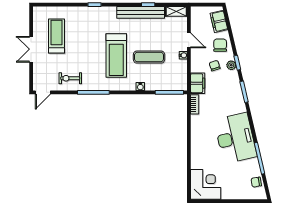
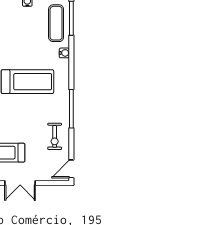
exercise mat: (149, 57) -> (56, 23), moved
door: (43, 92) -> (71, 169), swing flipped

